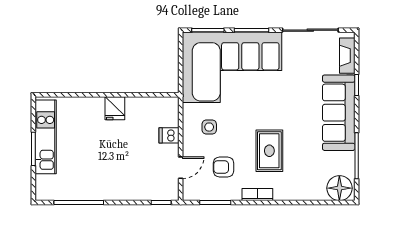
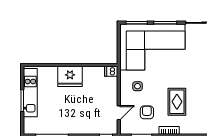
fridge: (115, 108) -> (70, 76), width x1.88, depth x1.34
dishwasher: (169, 135) -> (111, 71), moved
armchair: (224, 167) -> (147, 112), turned 90

